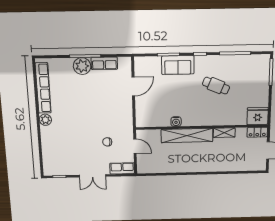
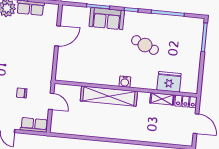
fridge: (258, 116) -> (169, 82), moved
water cooler: (176, 122) -> (125, 82), moved
shelving: (224, 133) -> (162, 99), moved

